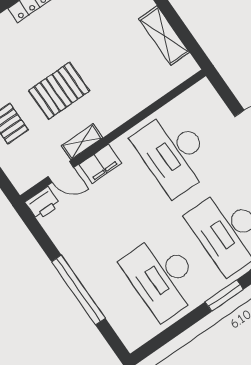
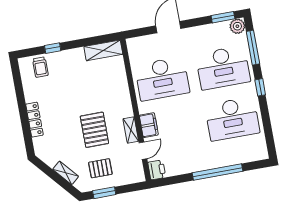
shelving: (164, 36) -> (103, 50), moved
window: (224, 296) -> (260, 87), width x0.67

